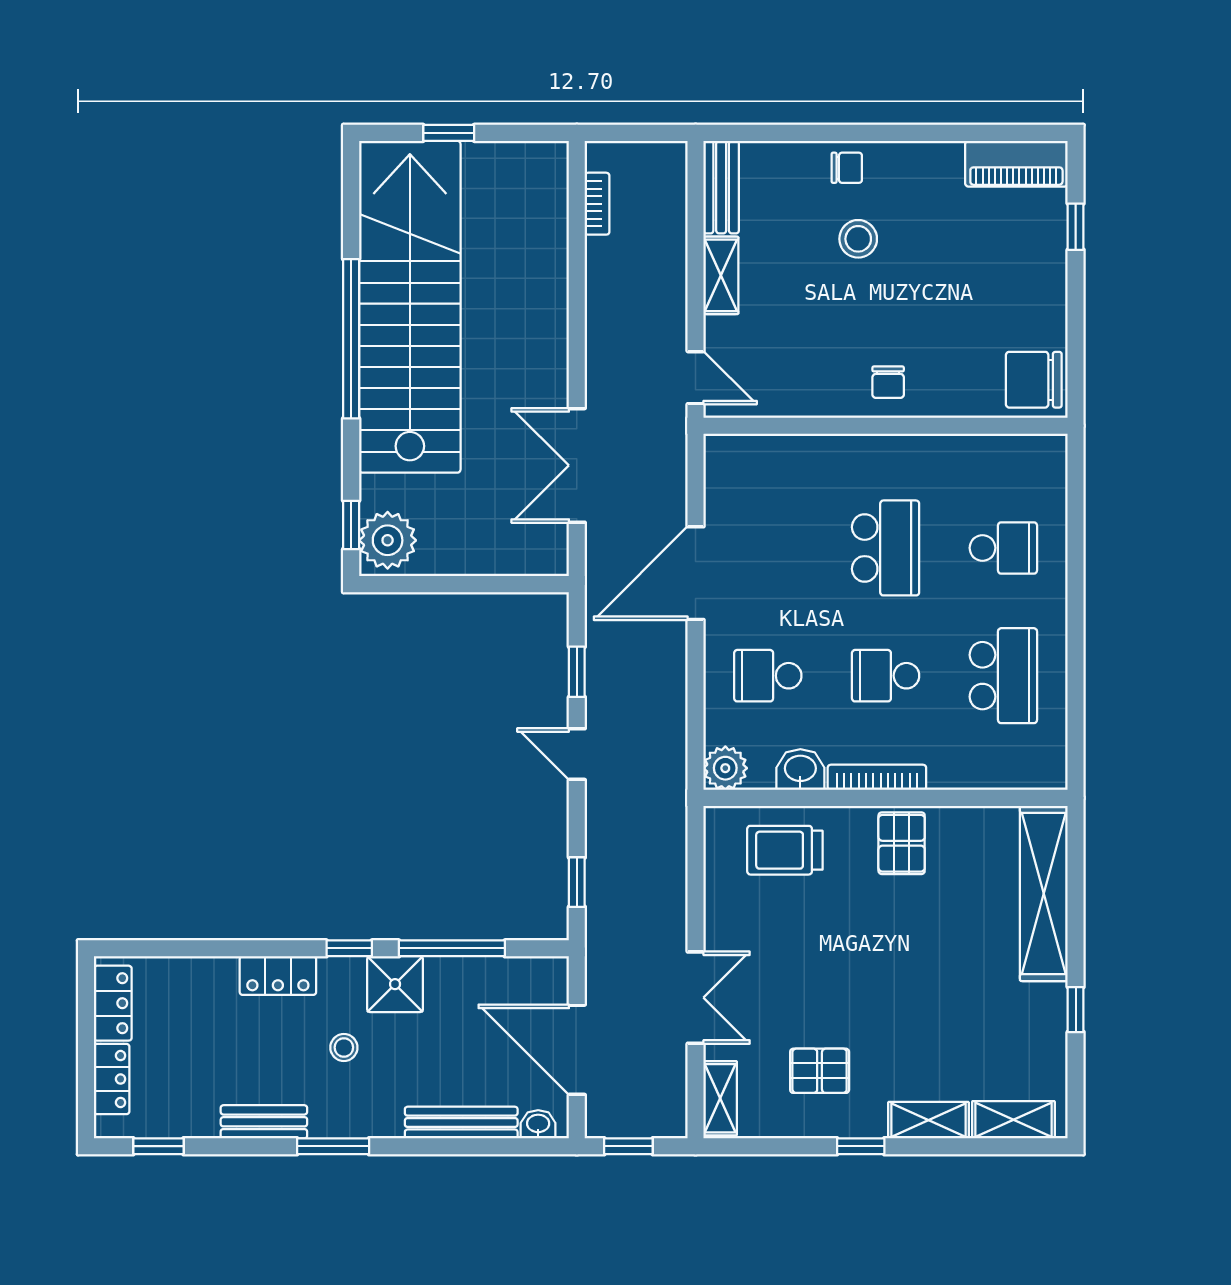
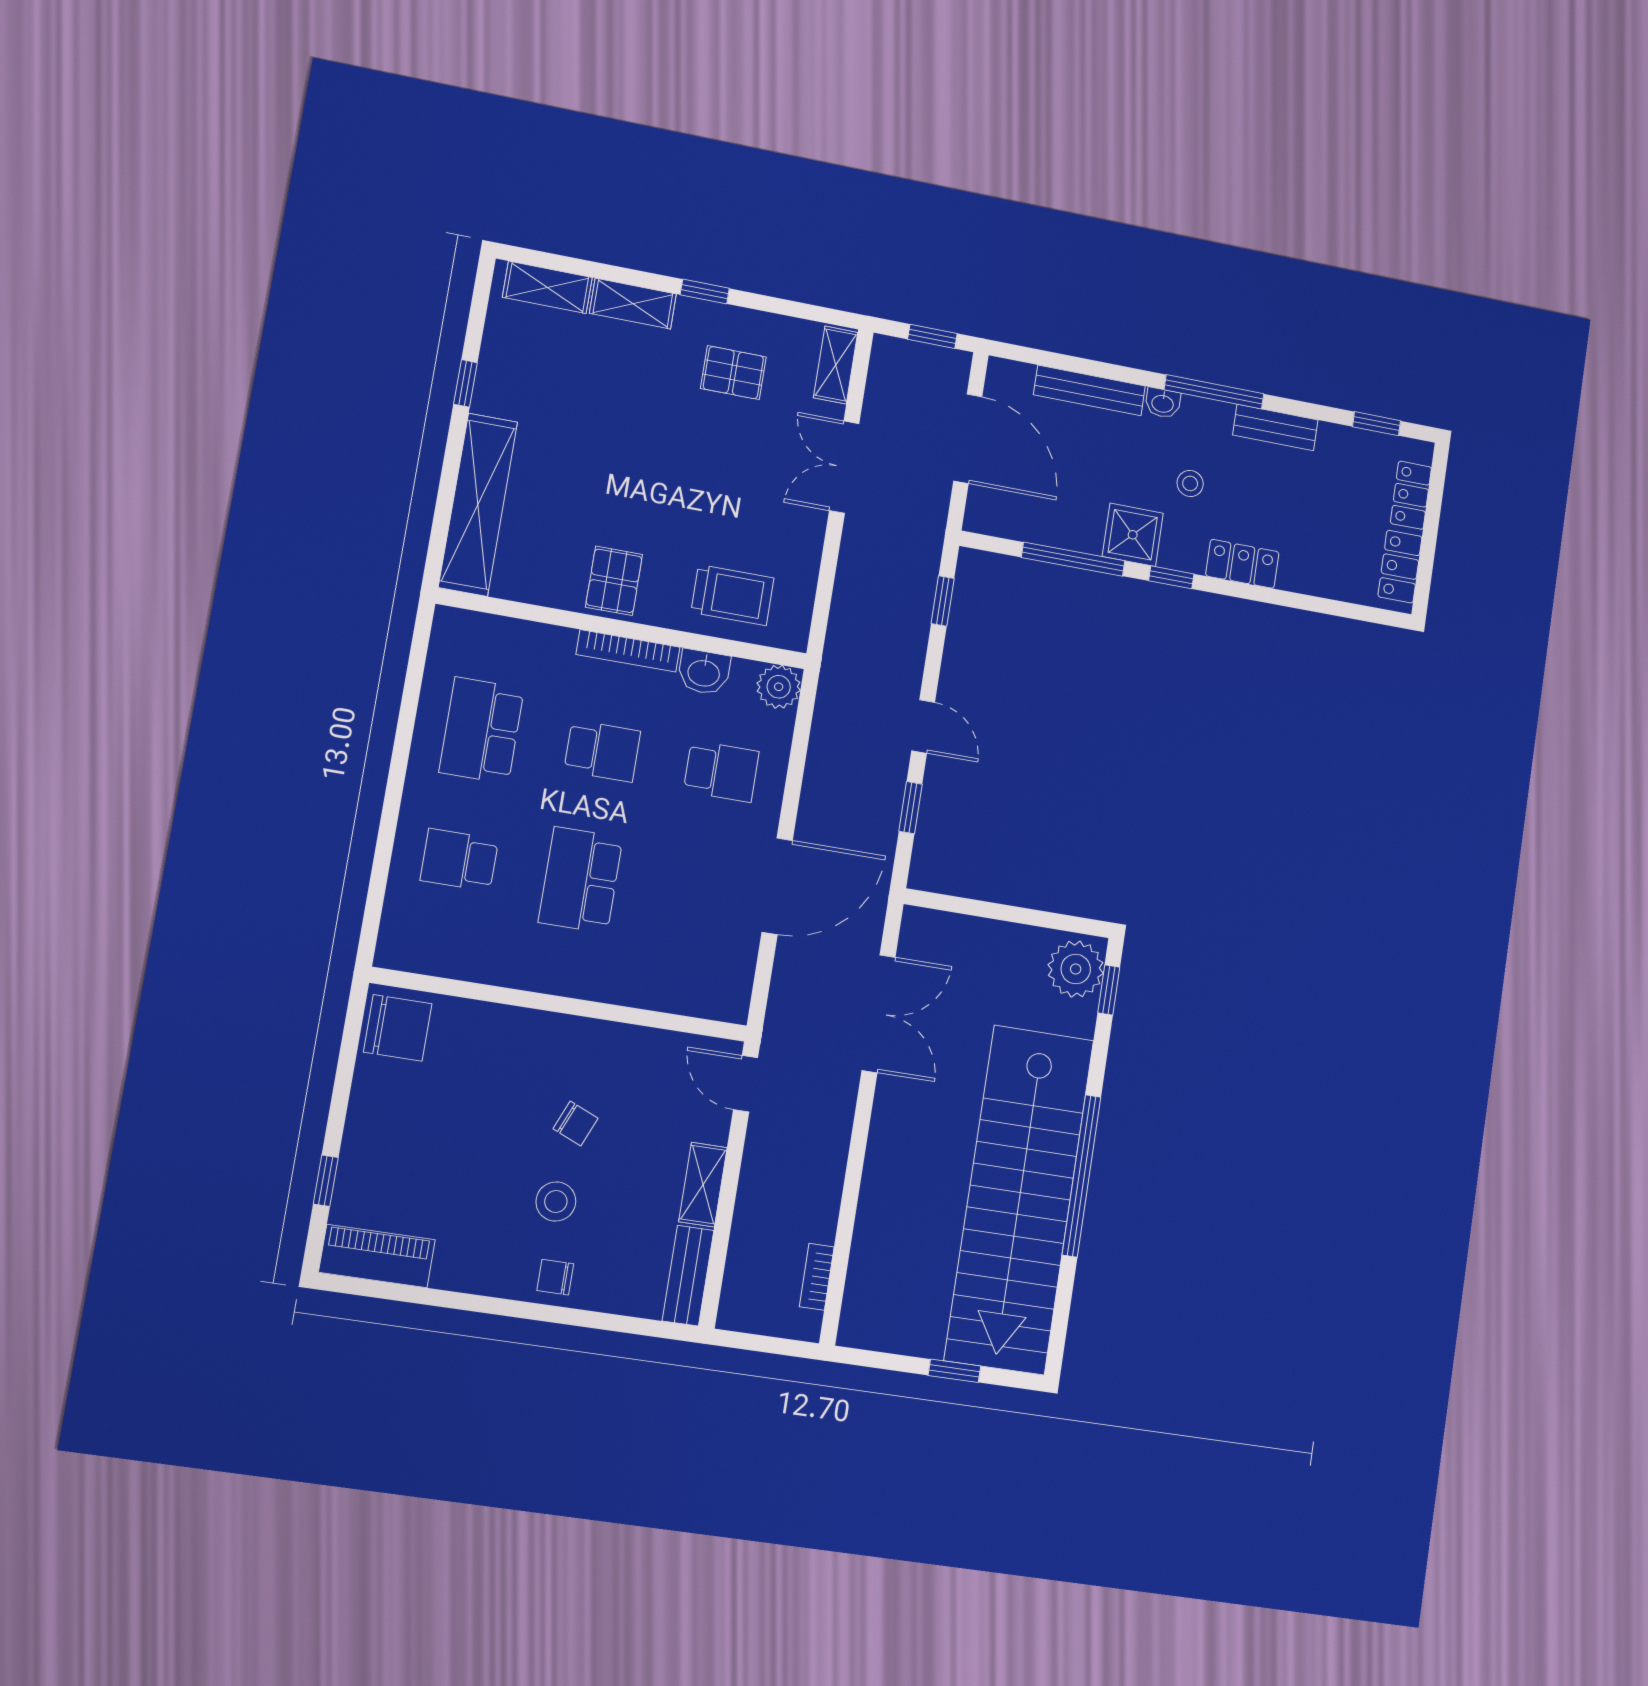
chair: (888, 382) -> (576, 1124), moved, turned 113
washbasin: (538, 1124) -> (1163, 403), moved
window: (333, 1146) -> (1214, 392), width x1.44

